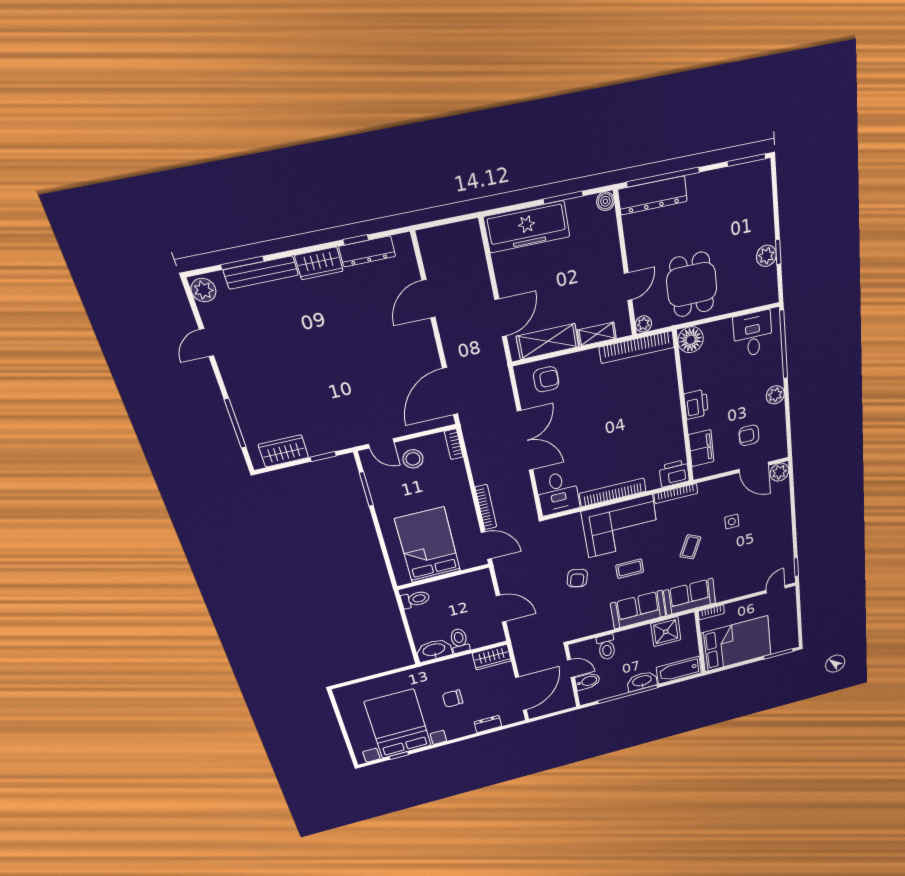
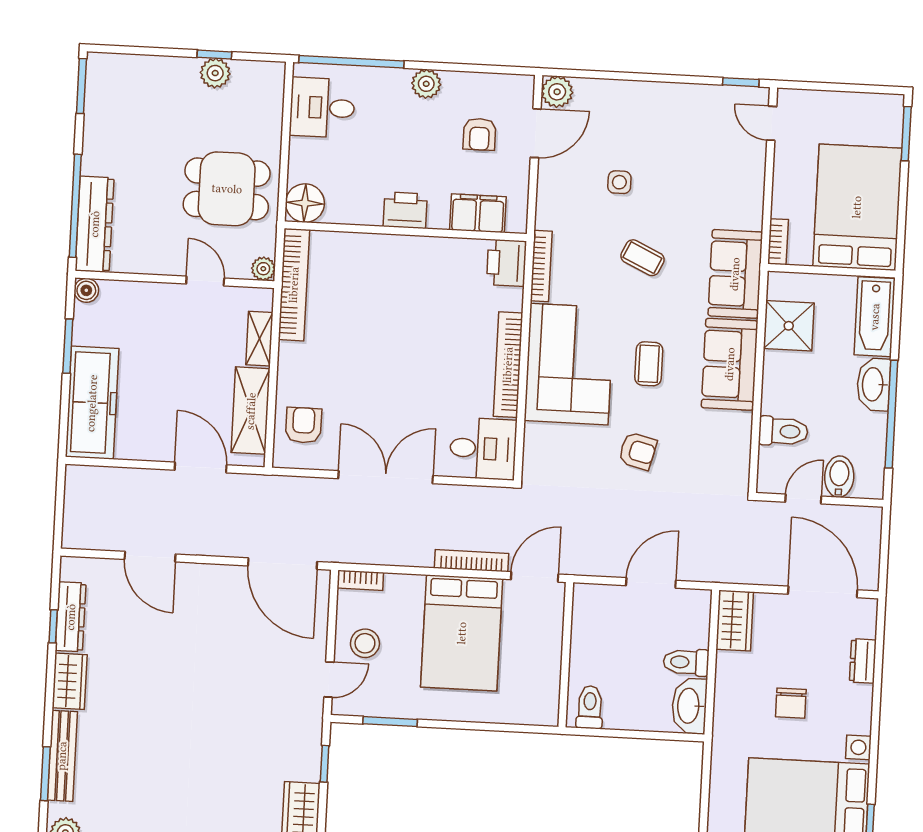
bed: (428, 545) -> (462, 633), moved, turned -90

